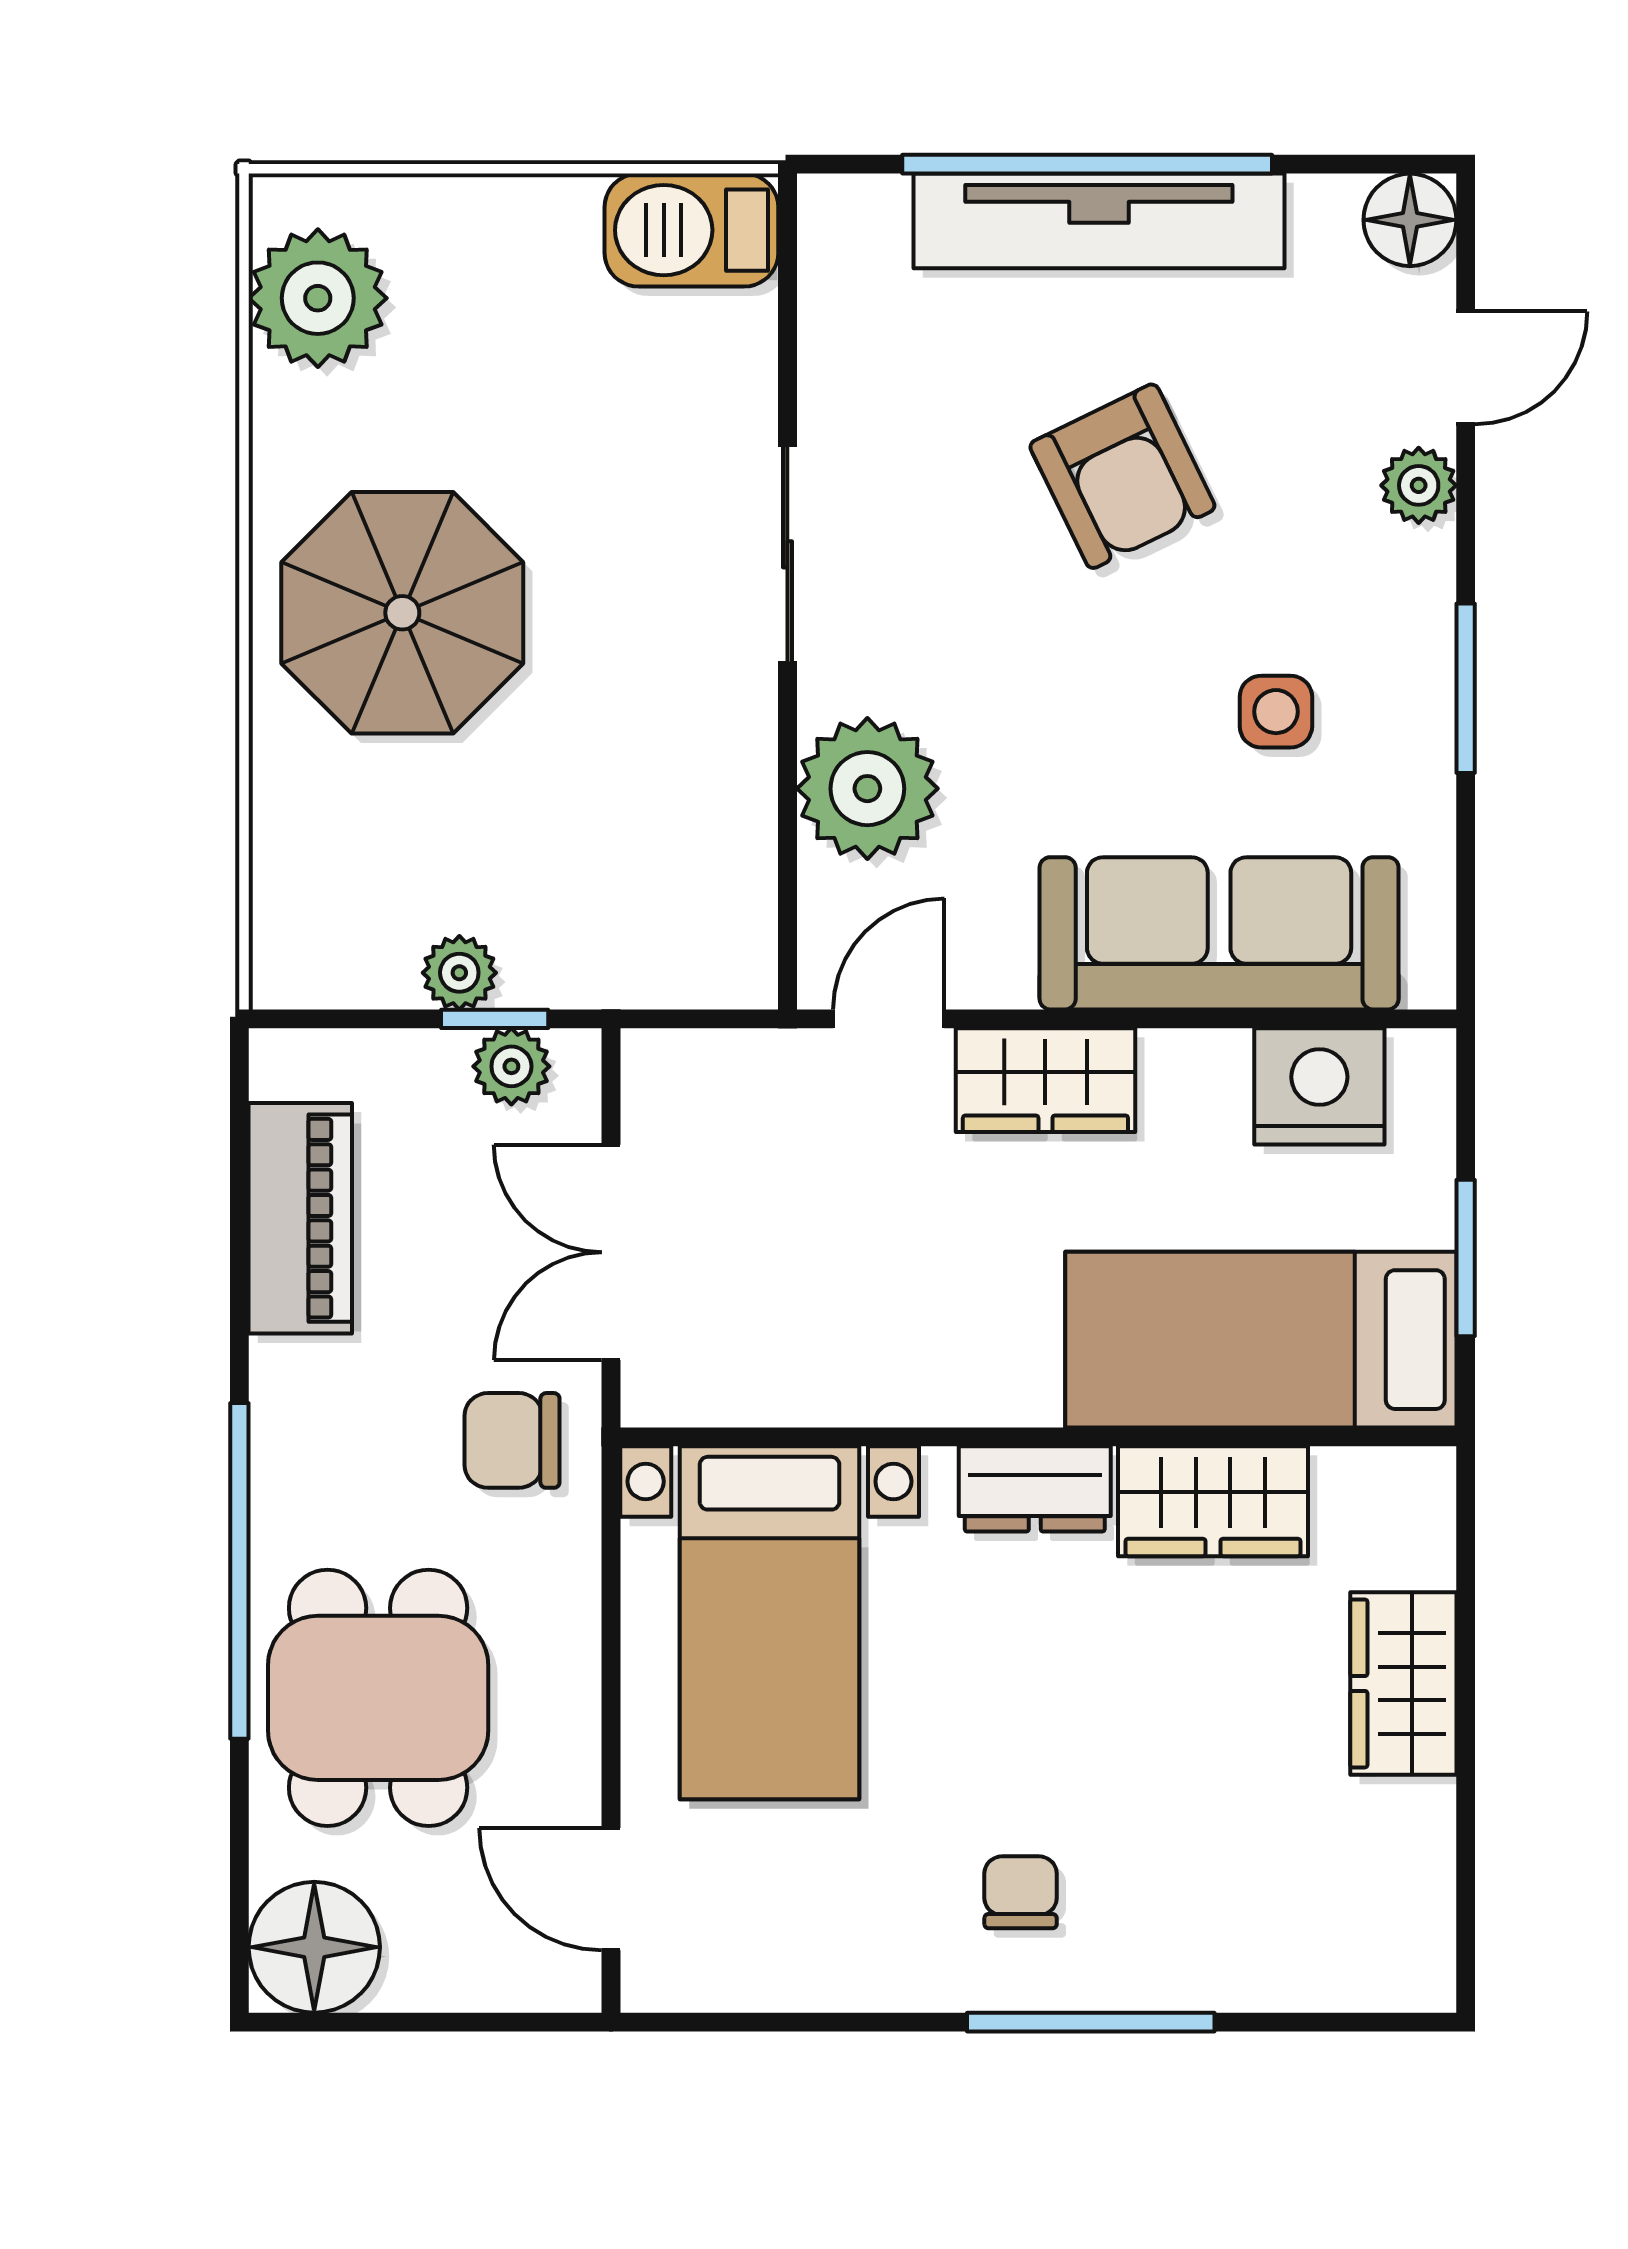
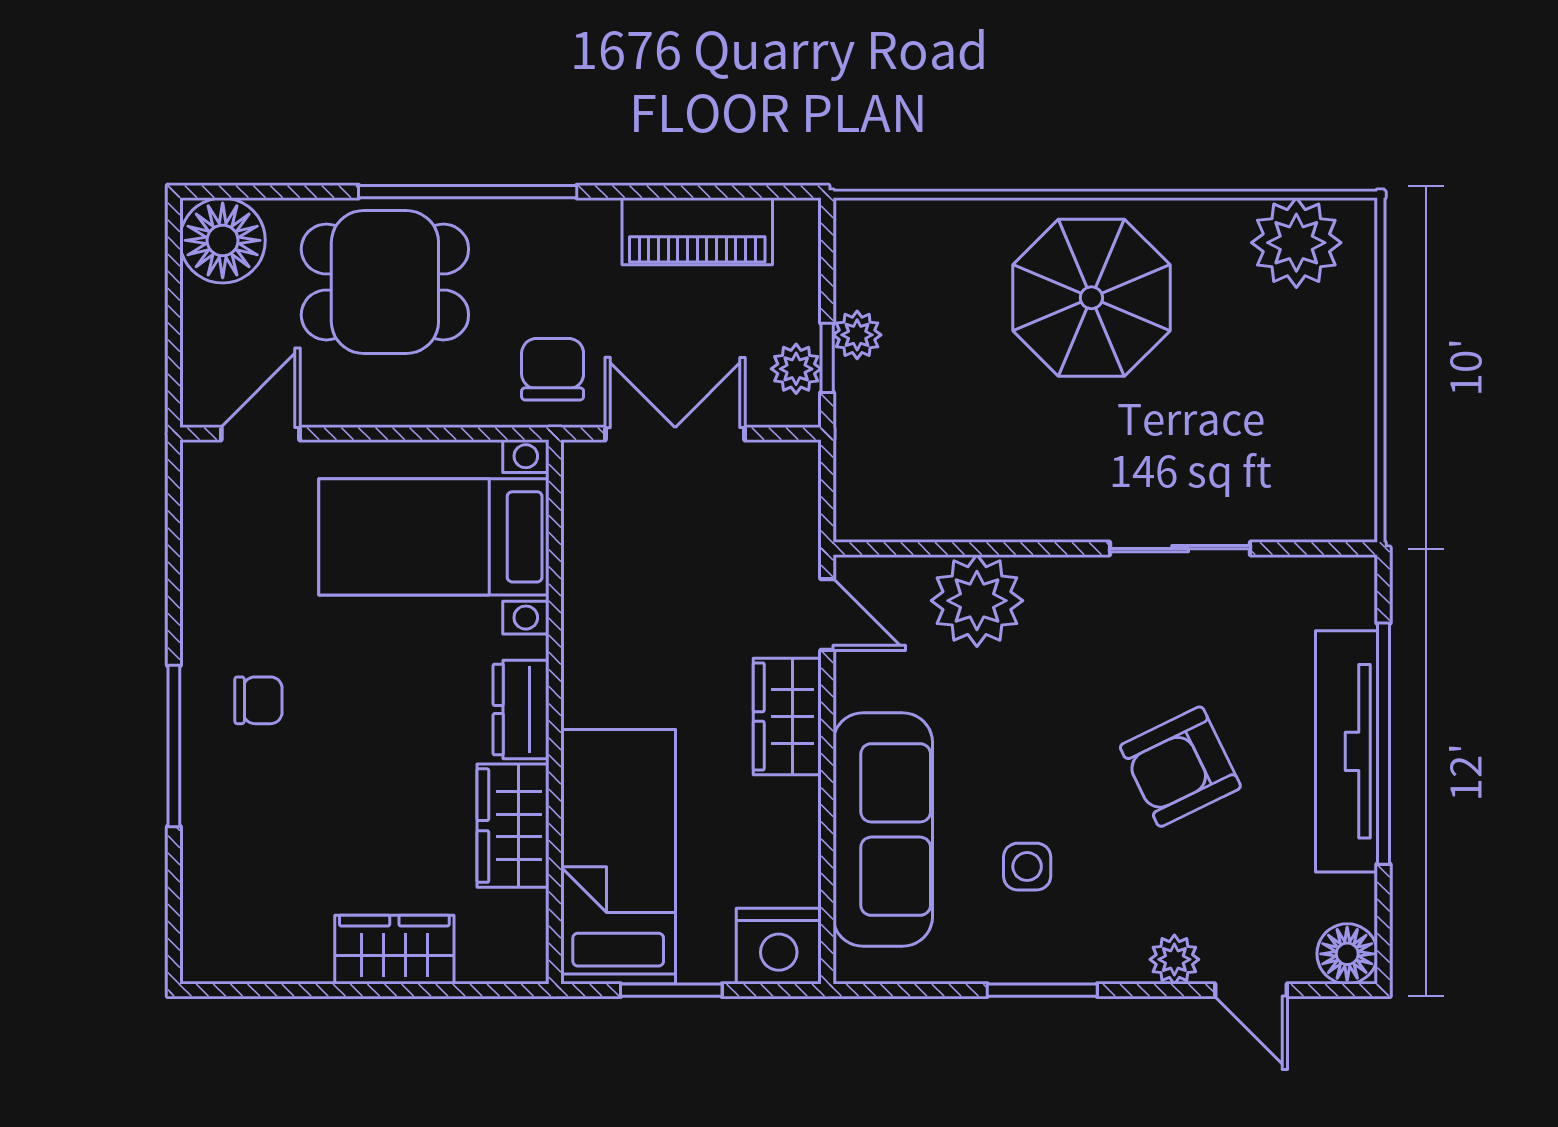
barbecue: (691, 230) -> (1341, 486), removed
sliding door: (787, 554) -> (1180, 549), moved
nightstand: (1319, 1086) -> (779, 946), moved, turned 90

